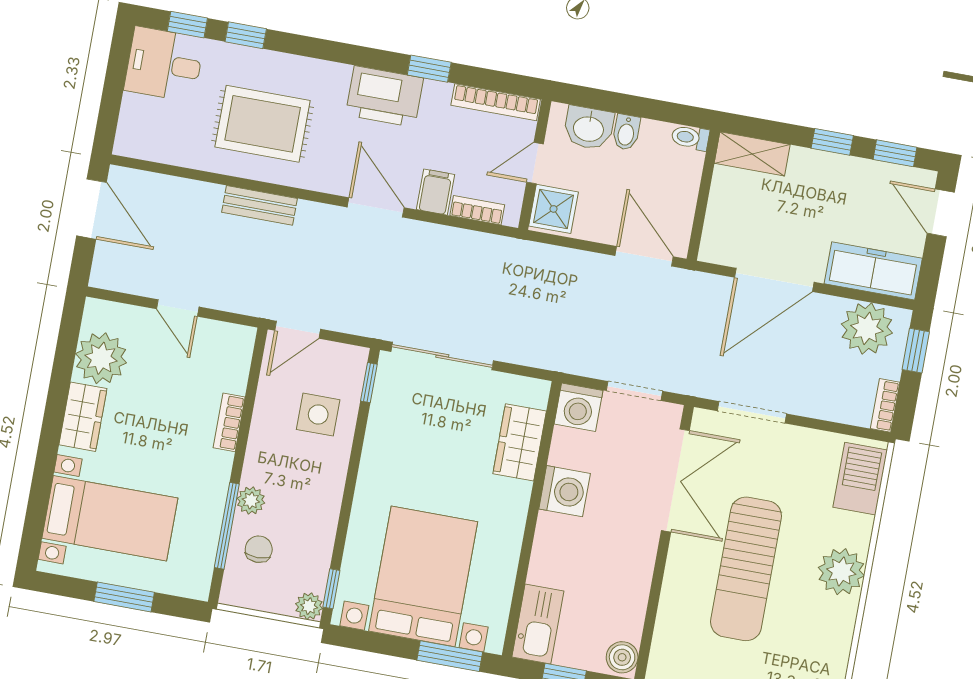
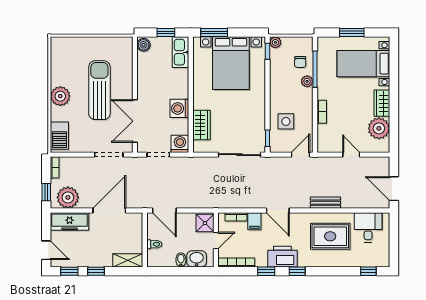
window: (246, 35) -> (297, 271), moved
desk: (164, 64) -> (368, 227), moved, turned -90
toilet: (690, 138) -> (154, 244), moved

